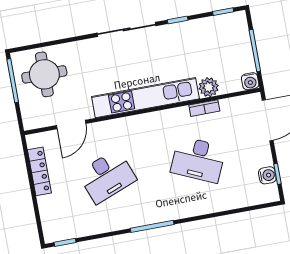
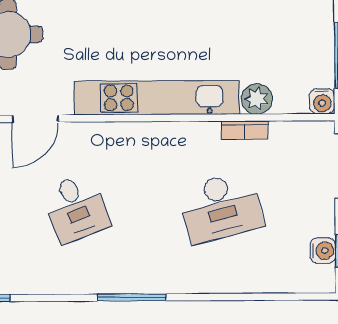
desk: (198, 160) -> (221, 207), turned -39
desk: (107, 176) -> (76, 208), width x0.73

